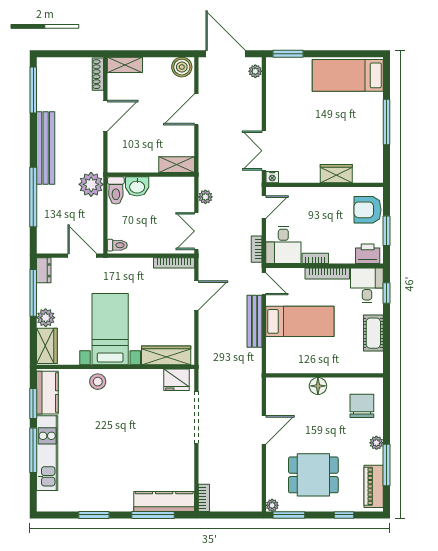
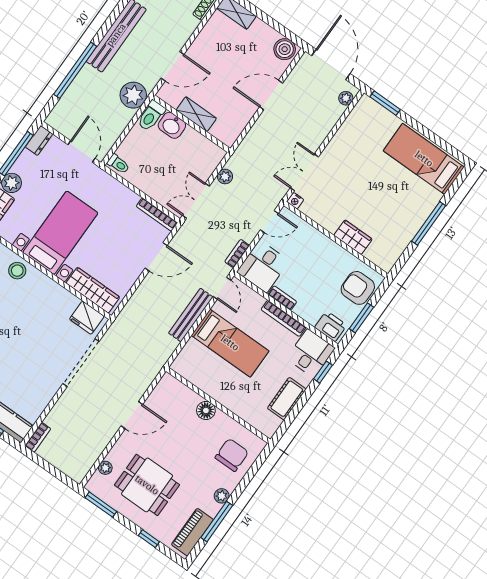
door: (105, 116) -> (172, 66), moved
shelving: (177, 165) -> (196, 114), moved
plant: (272, 505) -> (105, 468), moved

